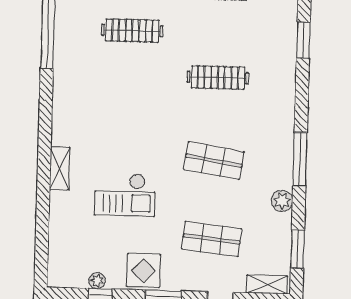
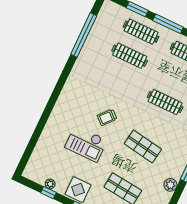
trolley: (139, 140) -> (107, 117), added
shelving: (60, 168) -> (57, 114), removed

